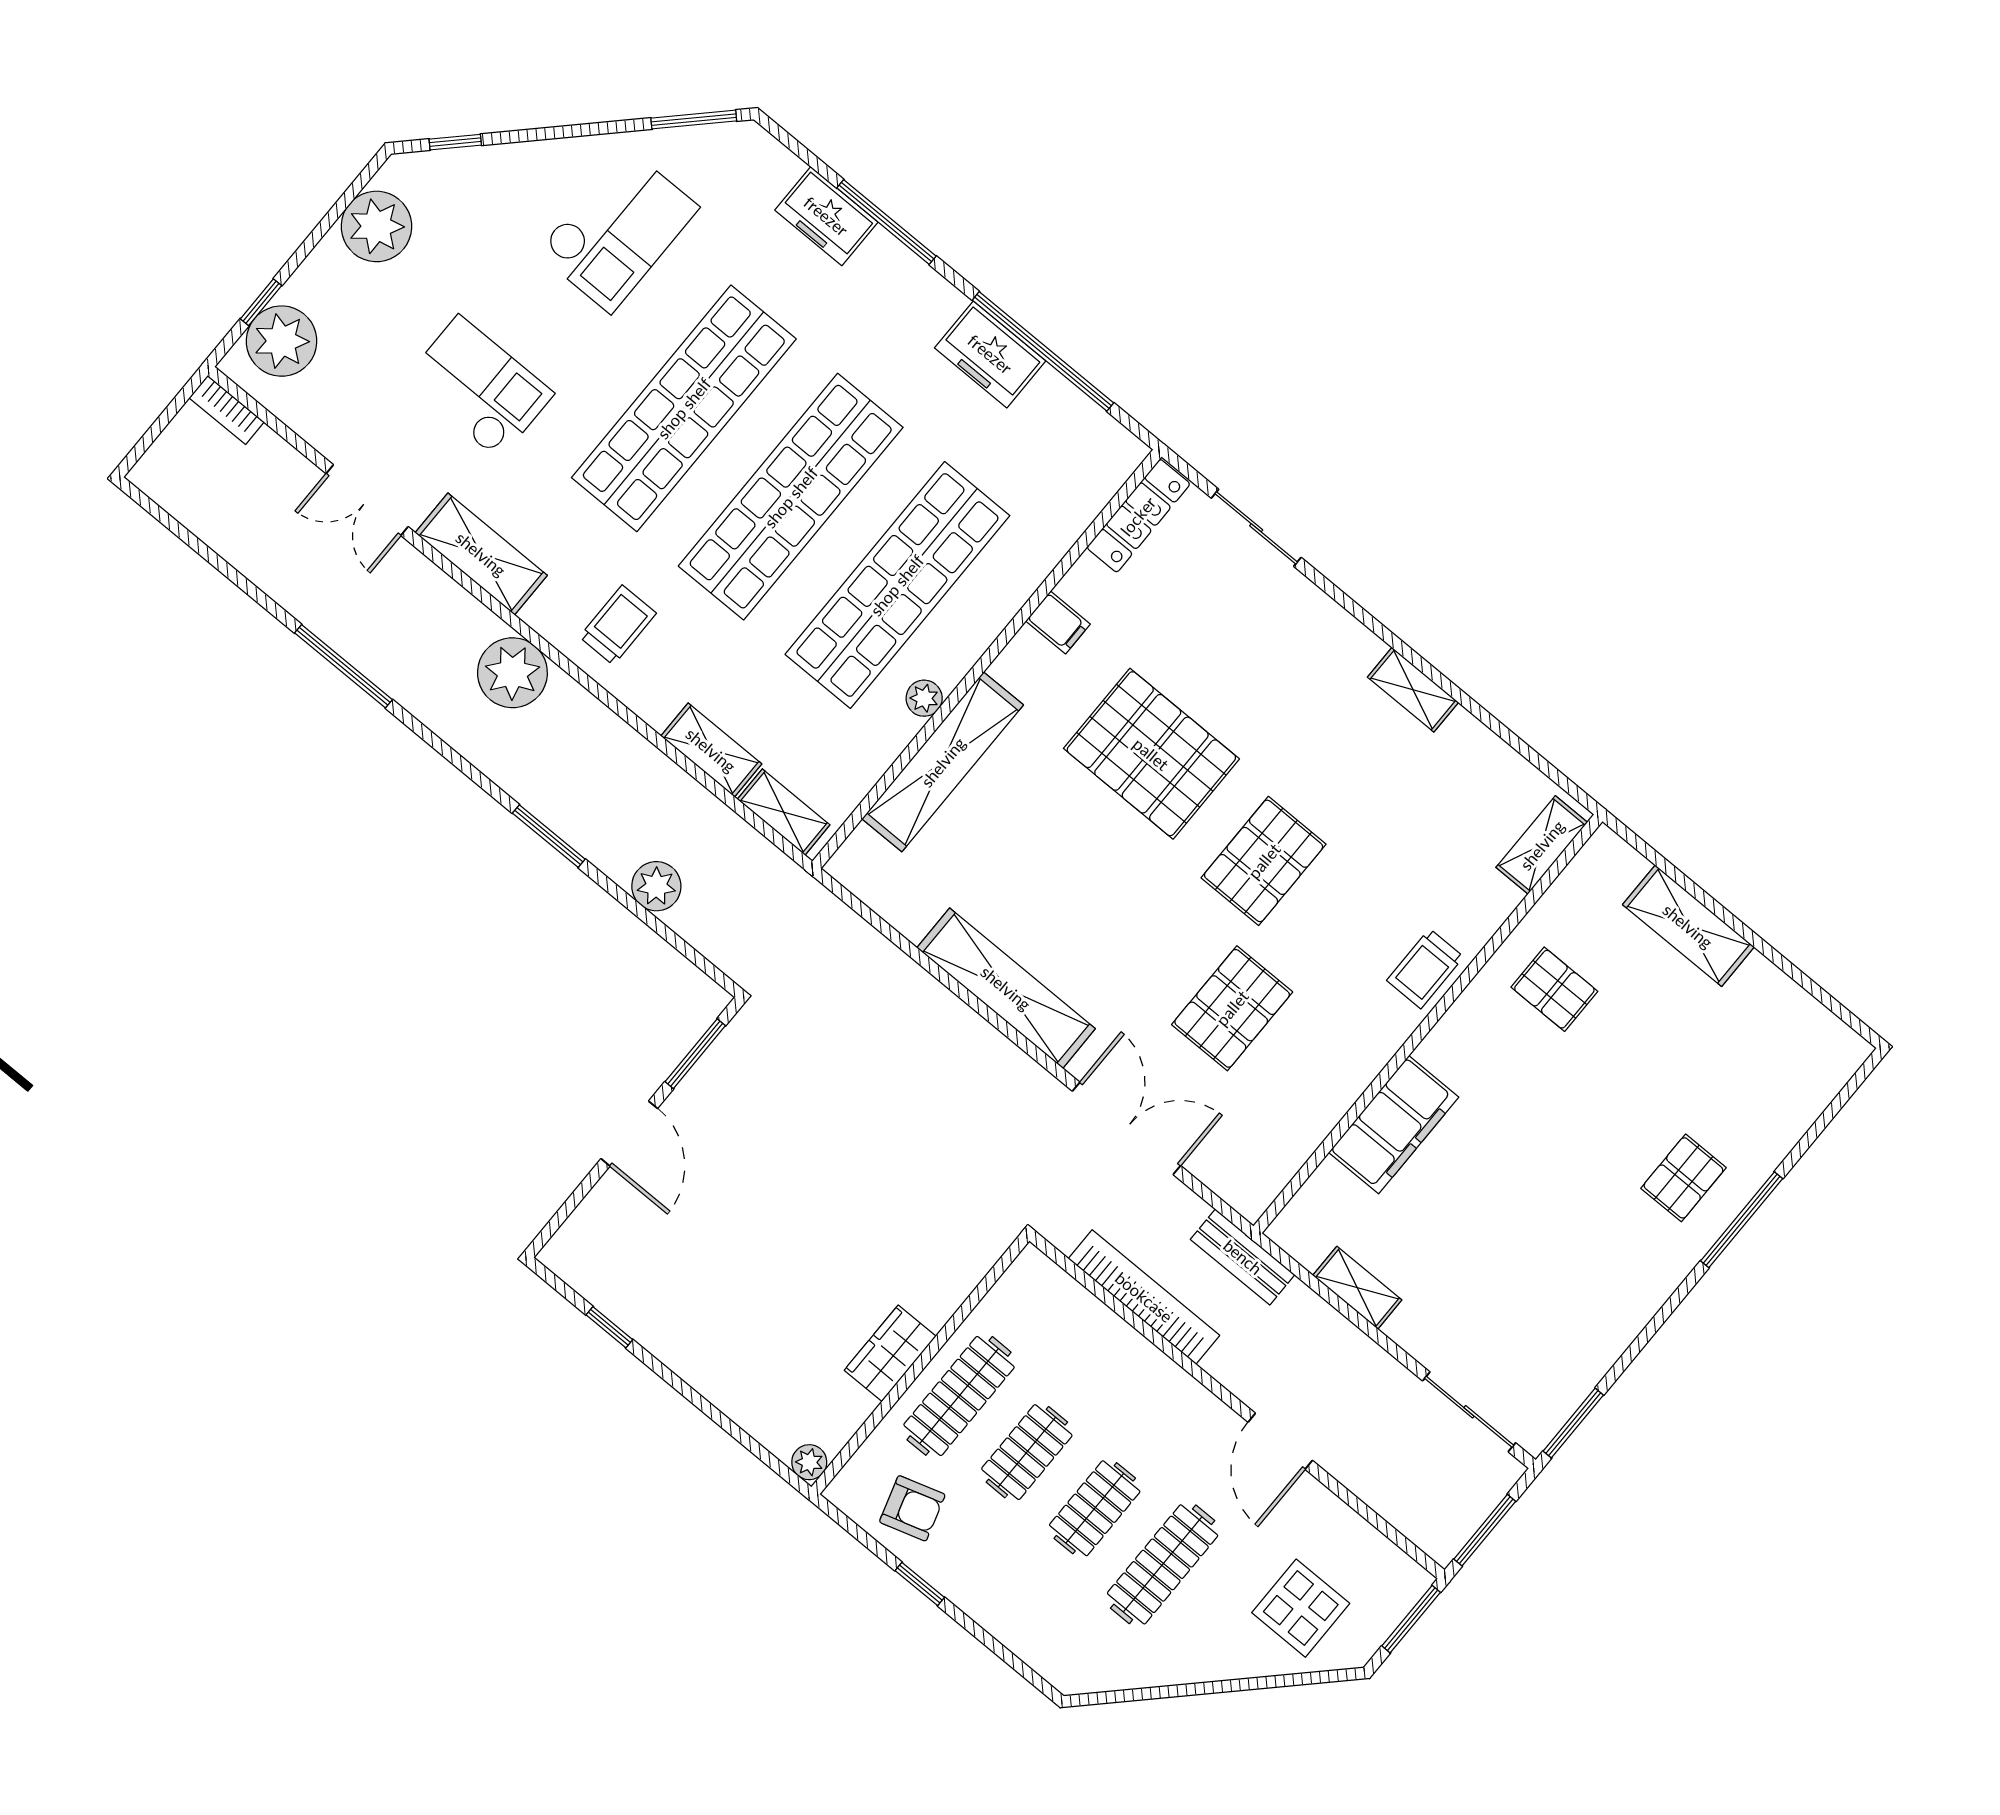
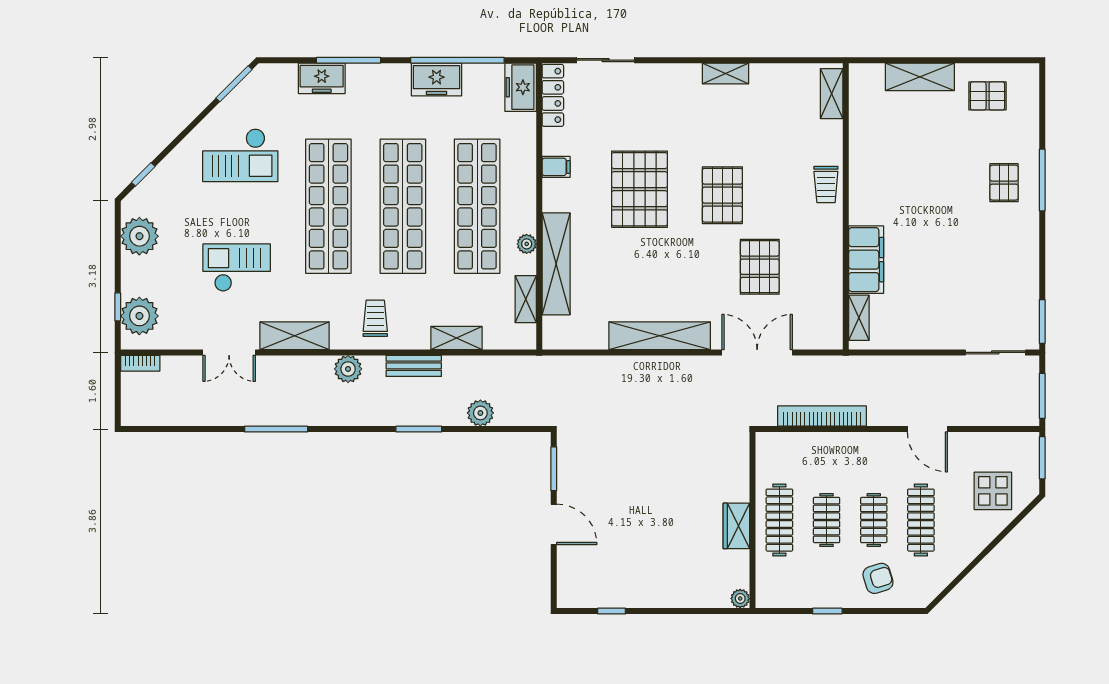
checkout: (618, 230) -> (240, 155), turned 90
freezer: (1102, 466) -> (521, 87), added
plant: (512, 673) -> (348, 369), width x0.73, depth x0.73
pallet: (1151, 754) -> (639, 189), turned 90
shelving: (784, 812) -> (526, 299), moved, turned 90
pallet: (1554, 989) -> (988, 96), moved
bench: (1243, 1257) -> (414, 366), moved
shelving: (1357, 1288) -> (859, 318), moved, turned 90
armchair: (912, 1508) -> (878, 578), moved

